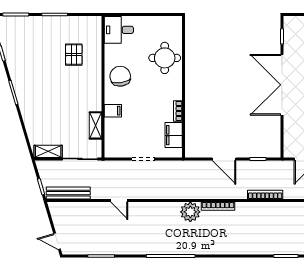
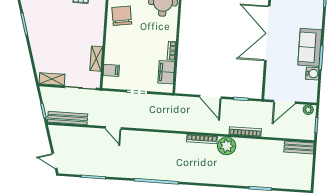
filing cabinet: (113, 111) -> (111, 70), moved
plant: (190, 212) -> (227, 146), moved

